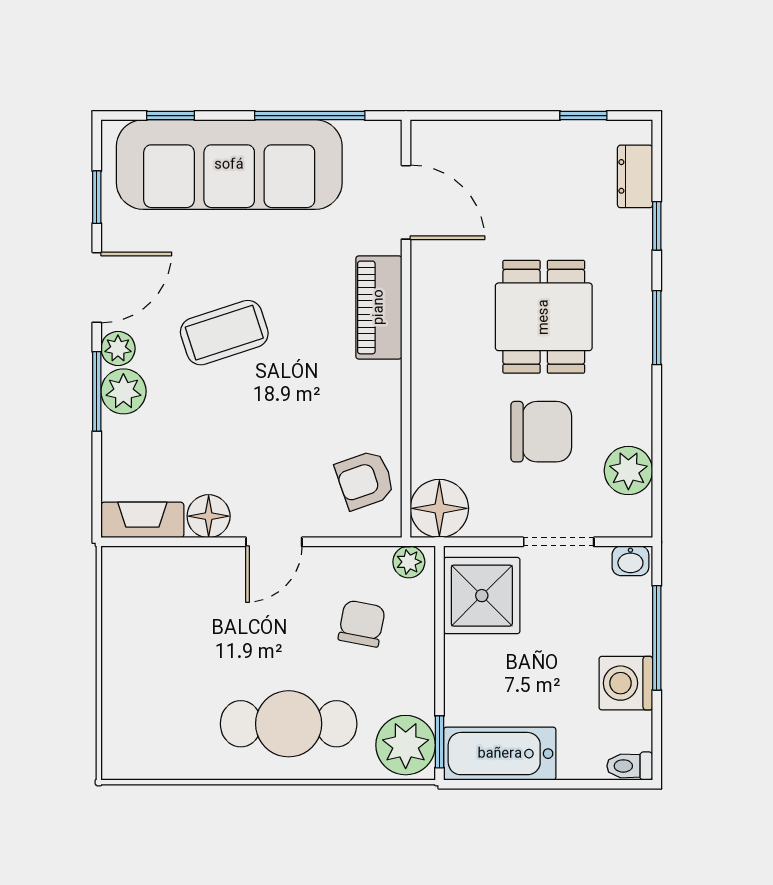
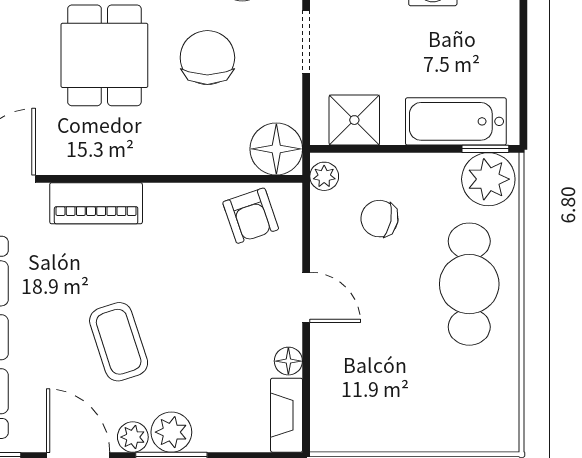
dining table: (544, 317) -> (104, 55), turned 90
floor lamp: (209, 516) -> (288, 361), width x0.73, depth x0.73
shower: (482, 596) -> (354, 120), width x0.73, depth x0.73
bathtub: (500, 754) -> (456, 121), moved, turned 90

